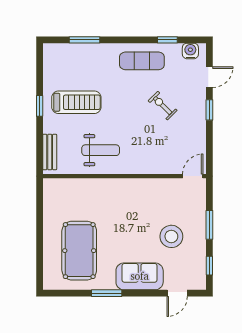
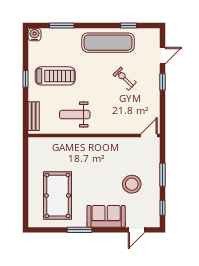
water cooler: (190, 51) -> (35, 35), moved
exercise mat: (142, 61) -> (108, 43), width x1.36, depth x1.45
weight bench: (101, 150) -> (75, 115), turned 180

